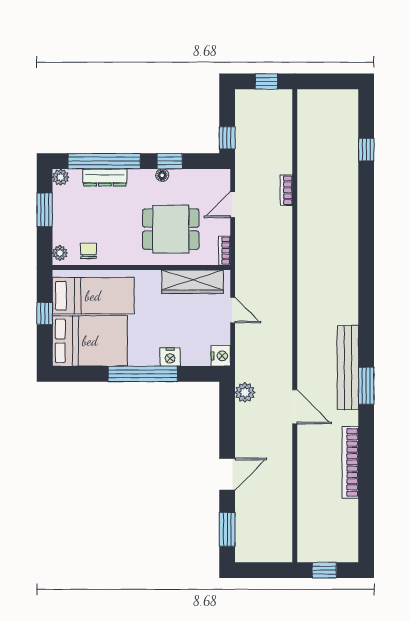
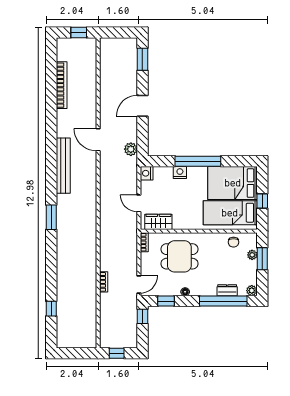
window: (170, 161) -> (166, 301), moved
dresser: (105, 178) -> (227, 290), width x0.70
door: (233, 205) -> (139, 284), moved
window: (45, 210) -> (262, 259), moved
plant: (60, 253) -> (252, 255), moved
wardrobe: (193, 282) -> (158, 222), width x0.67
window: (366, 386) -> (51, 217), moved
bookcase: (350, 462) -> (62, 85), moved
door: (227, 474) -> (142, 106), moved

